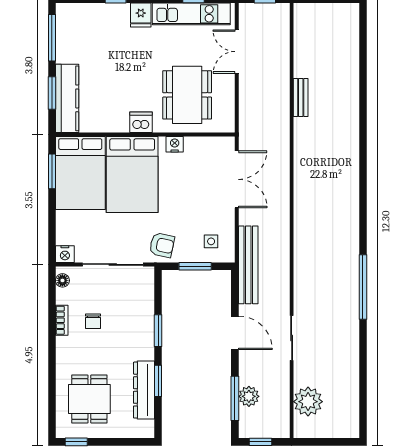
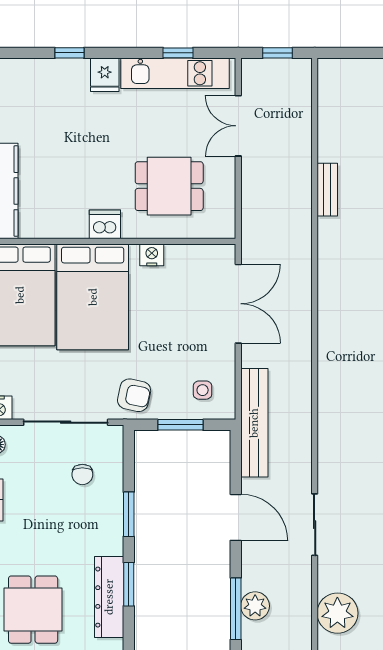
dining table: (187, 95) -> (169, 186), width x0.73
chair: (93, 321) -> (82, 474), moved

